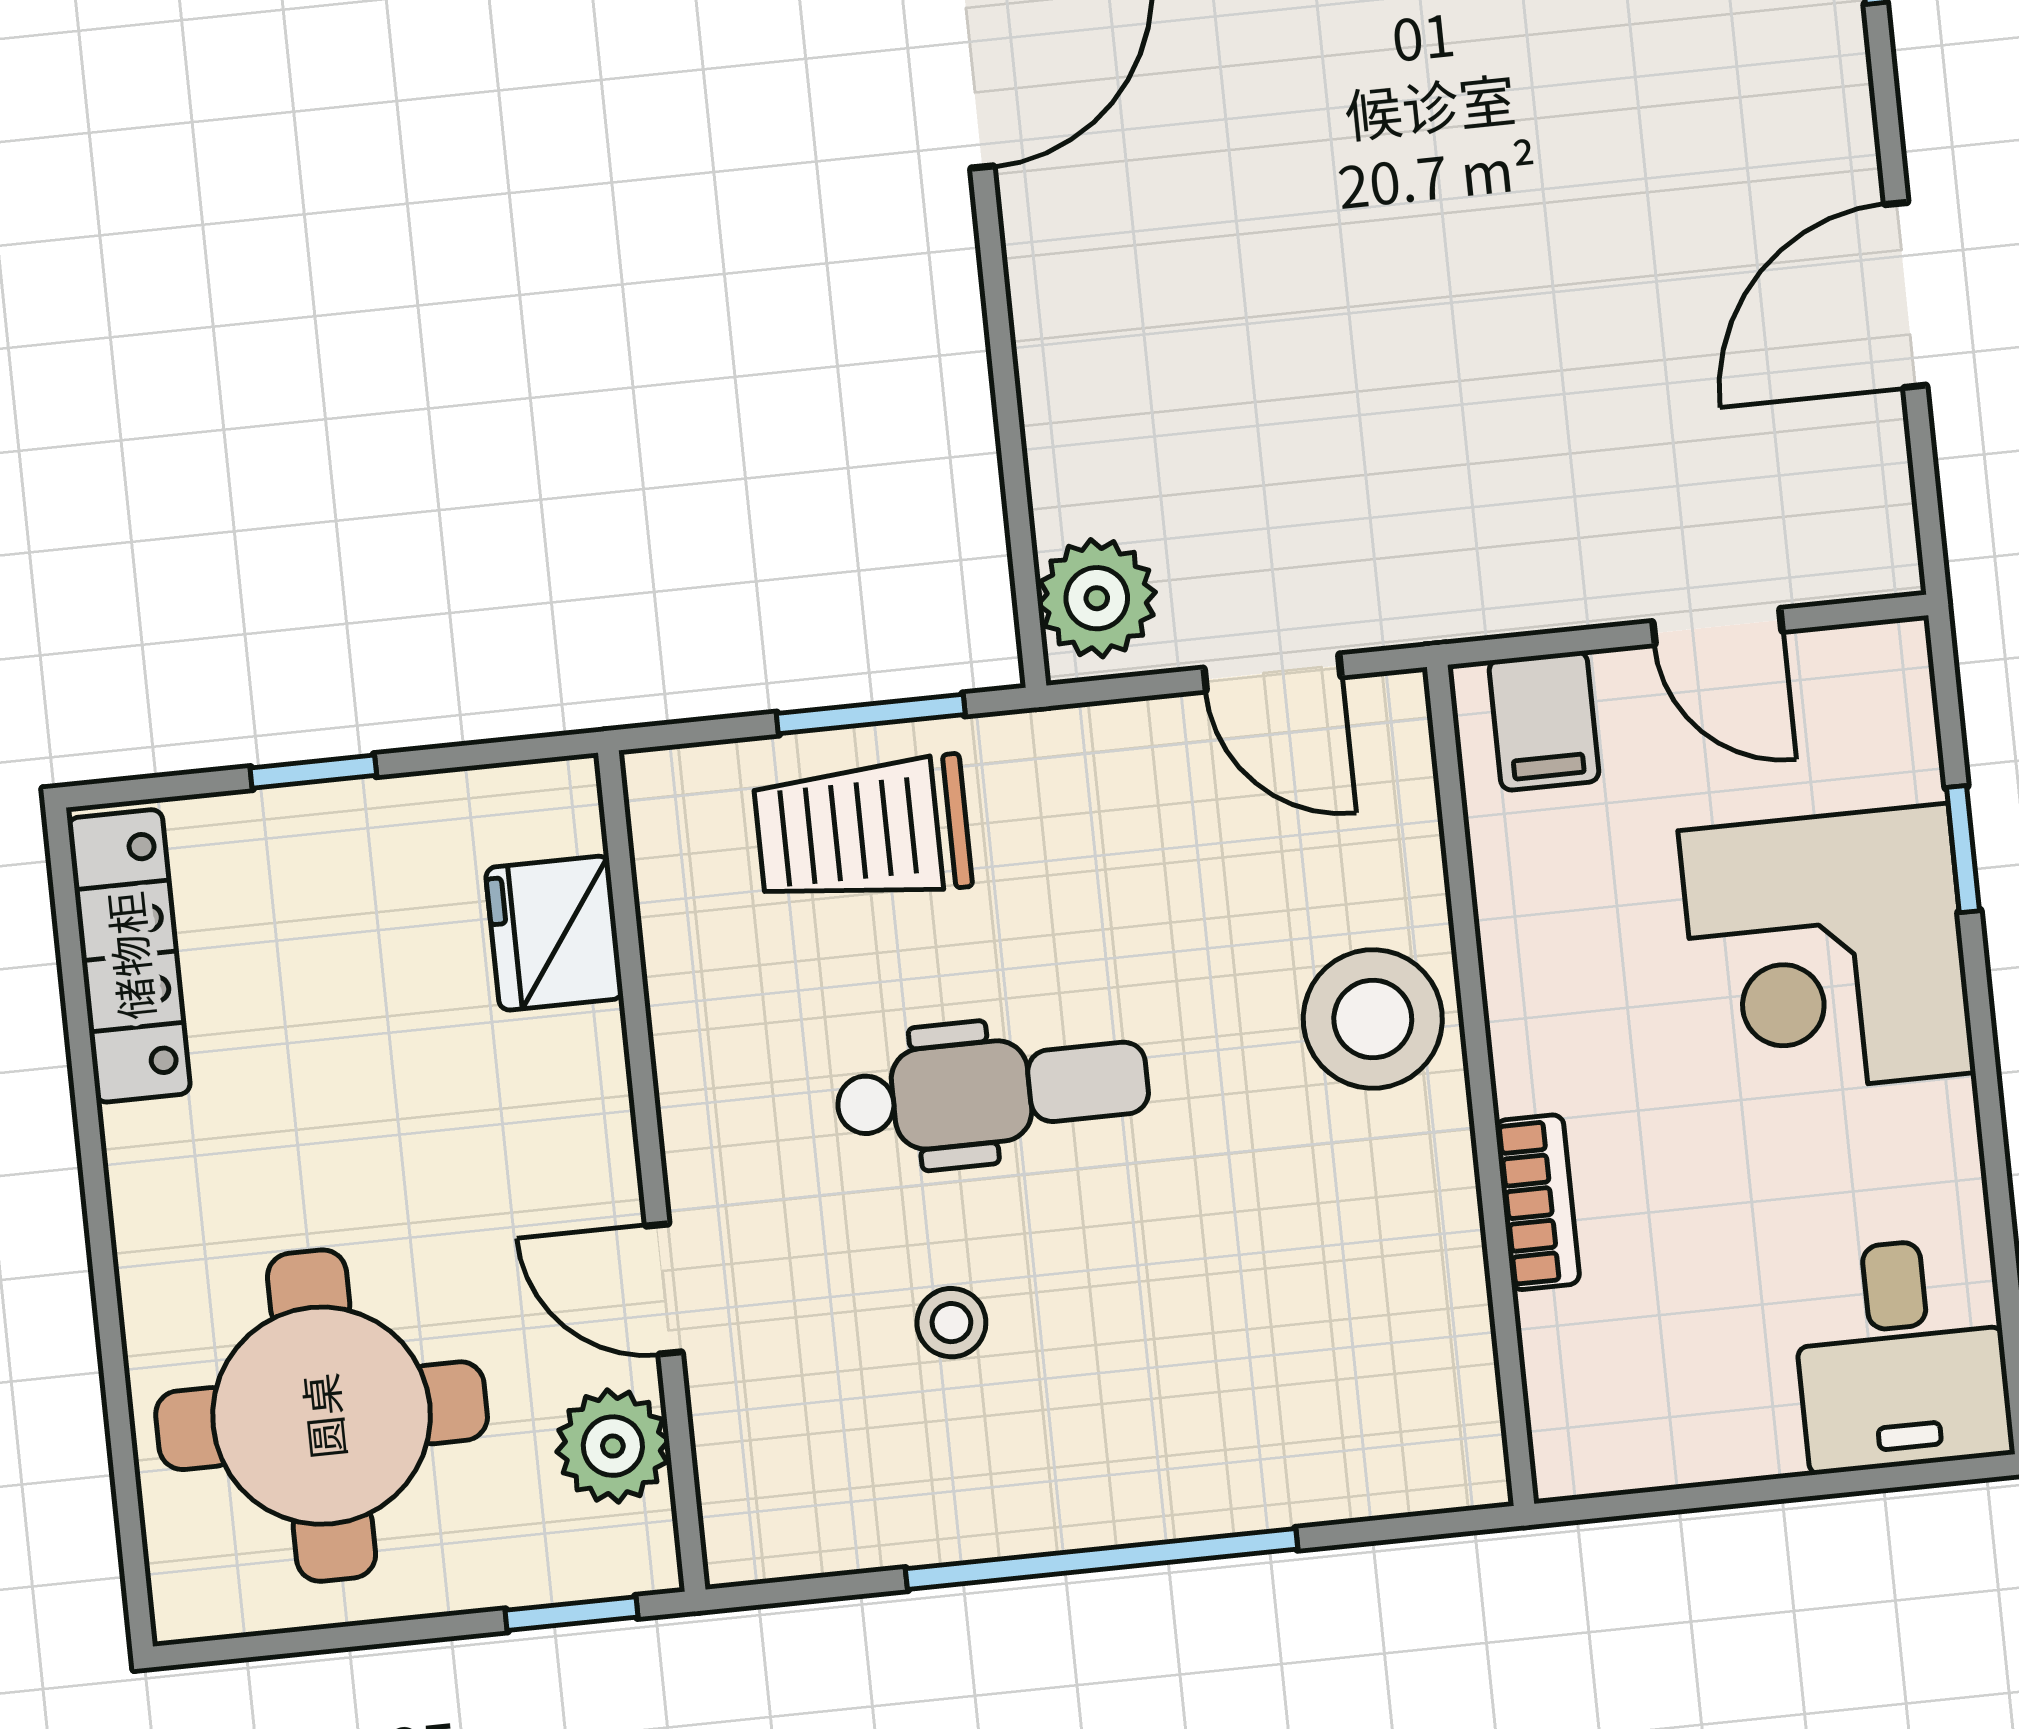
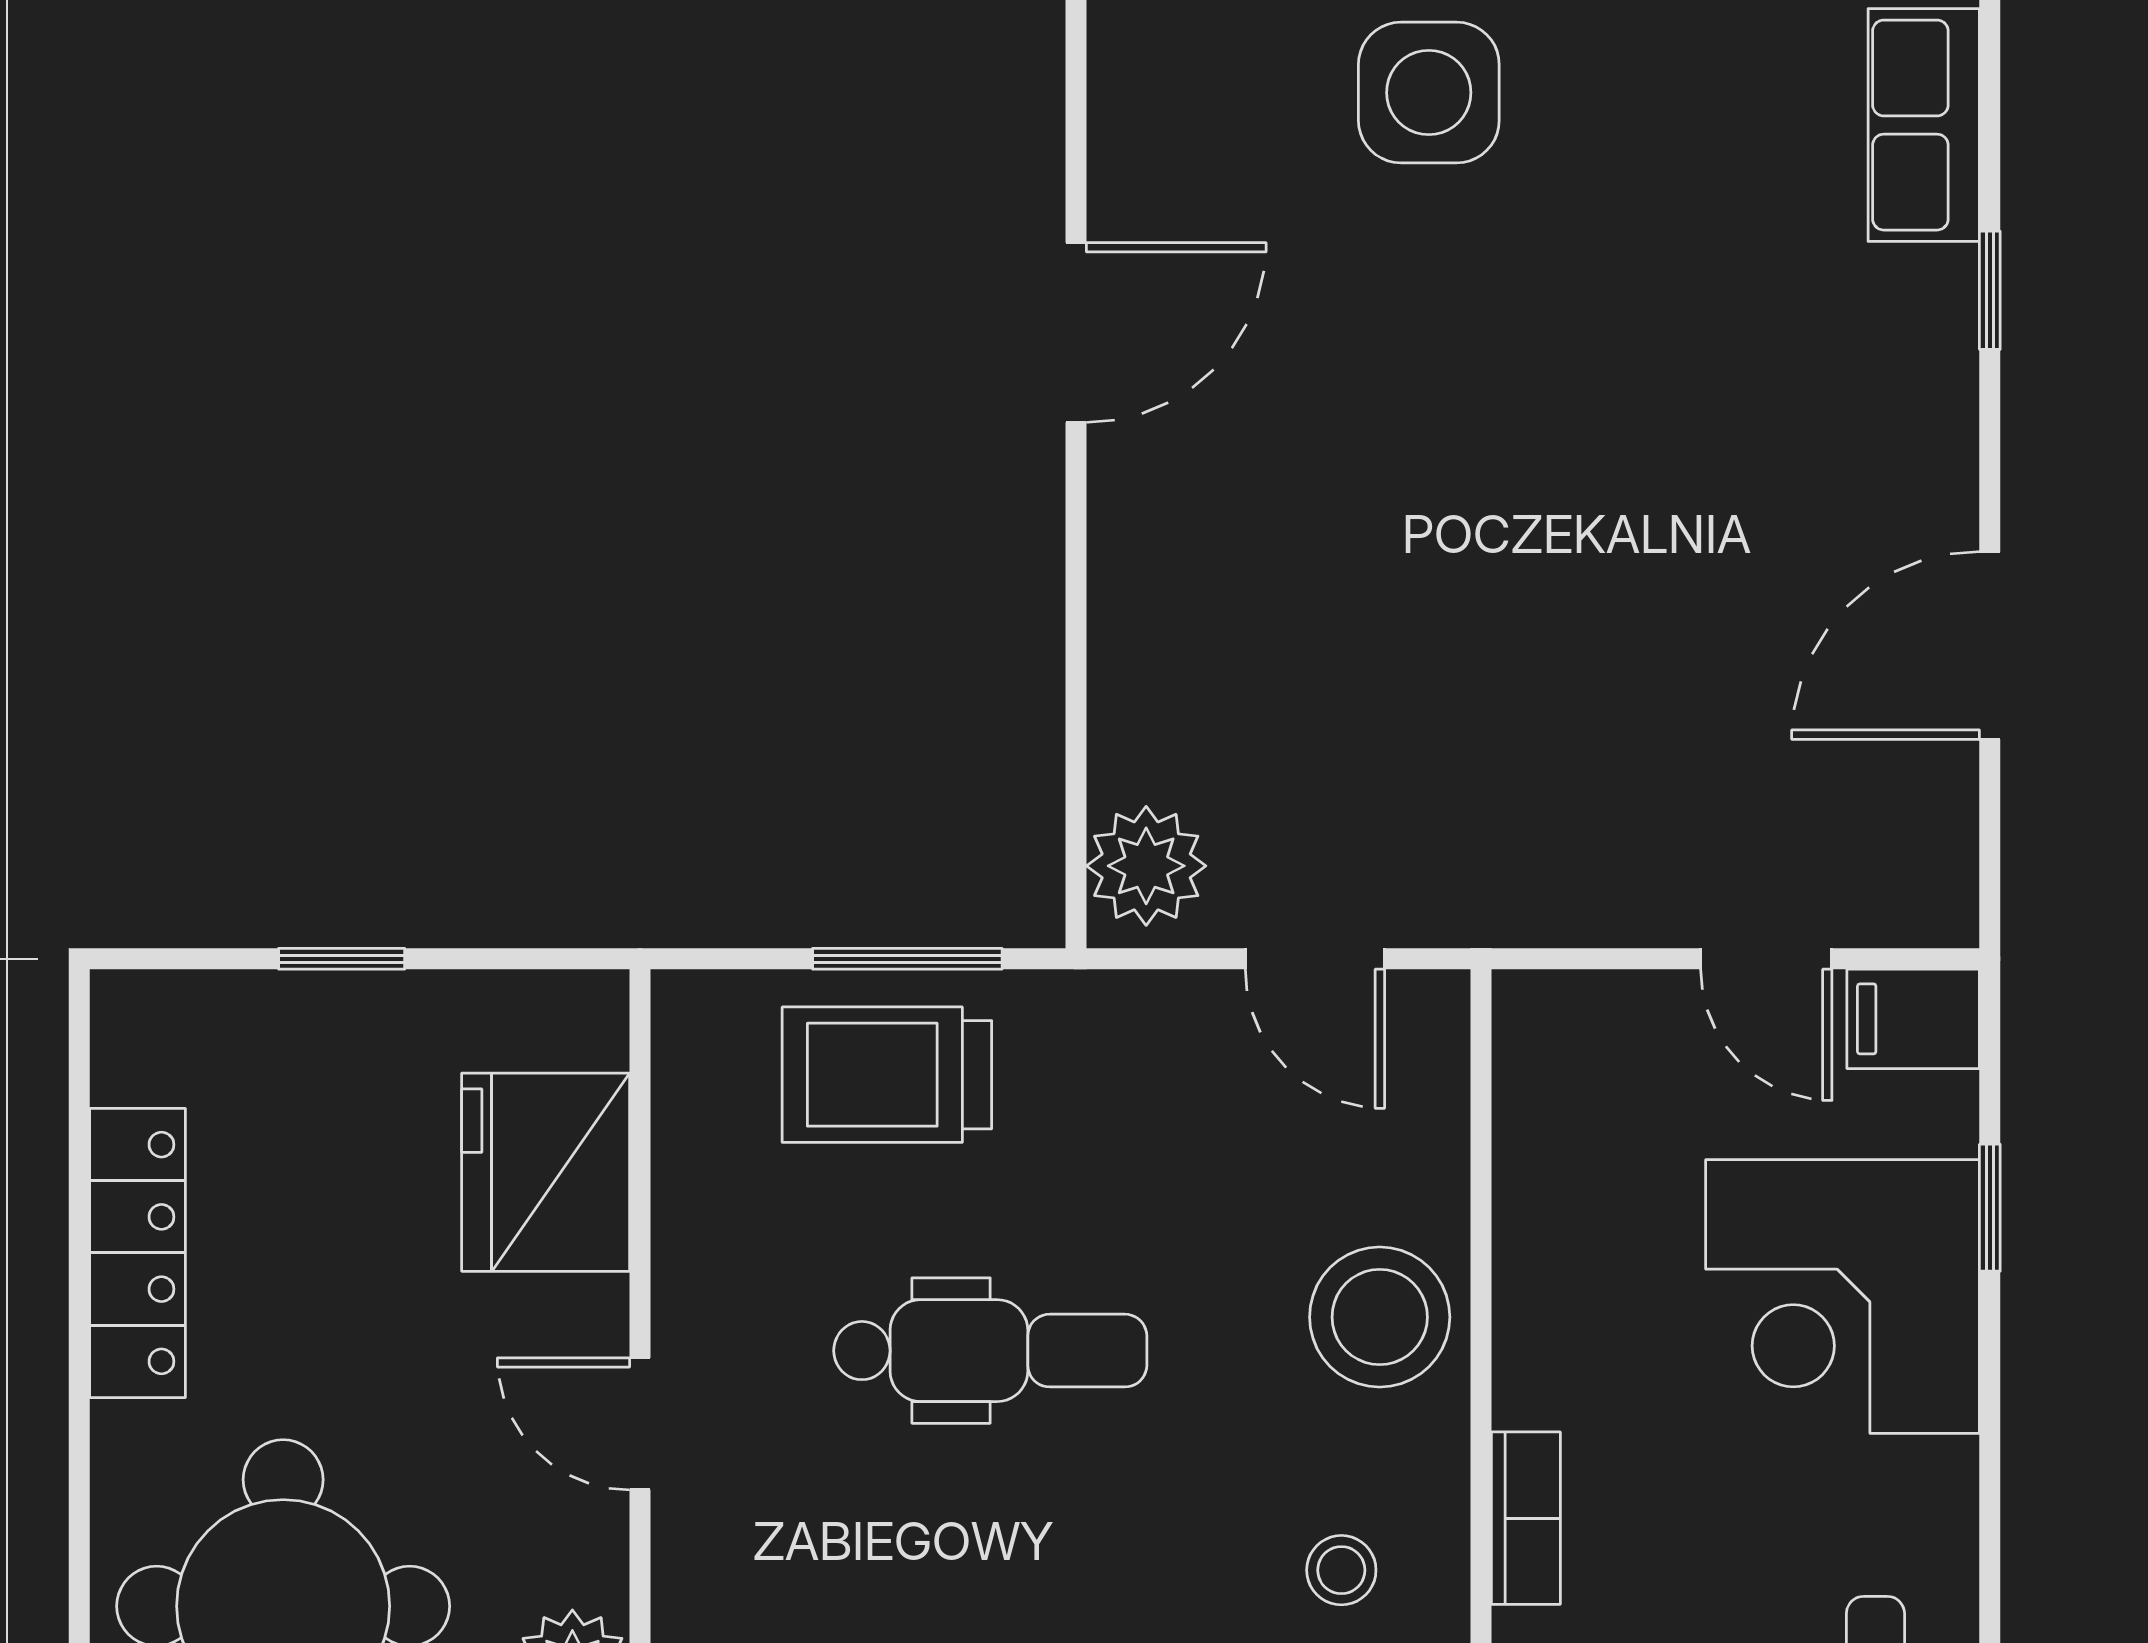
filing cabinet: (1544, 721) -> (1913, 1019), moved, turned 90
fridge: (554, 933) -> (546, 1172), width x1.36, depth x1.34
locker: (129, 956) -> (138, 1253), moved
door: (664, 1289) -> (640, 1424), moved
stool: (951, 1323) -> (1341, 1570), moved

